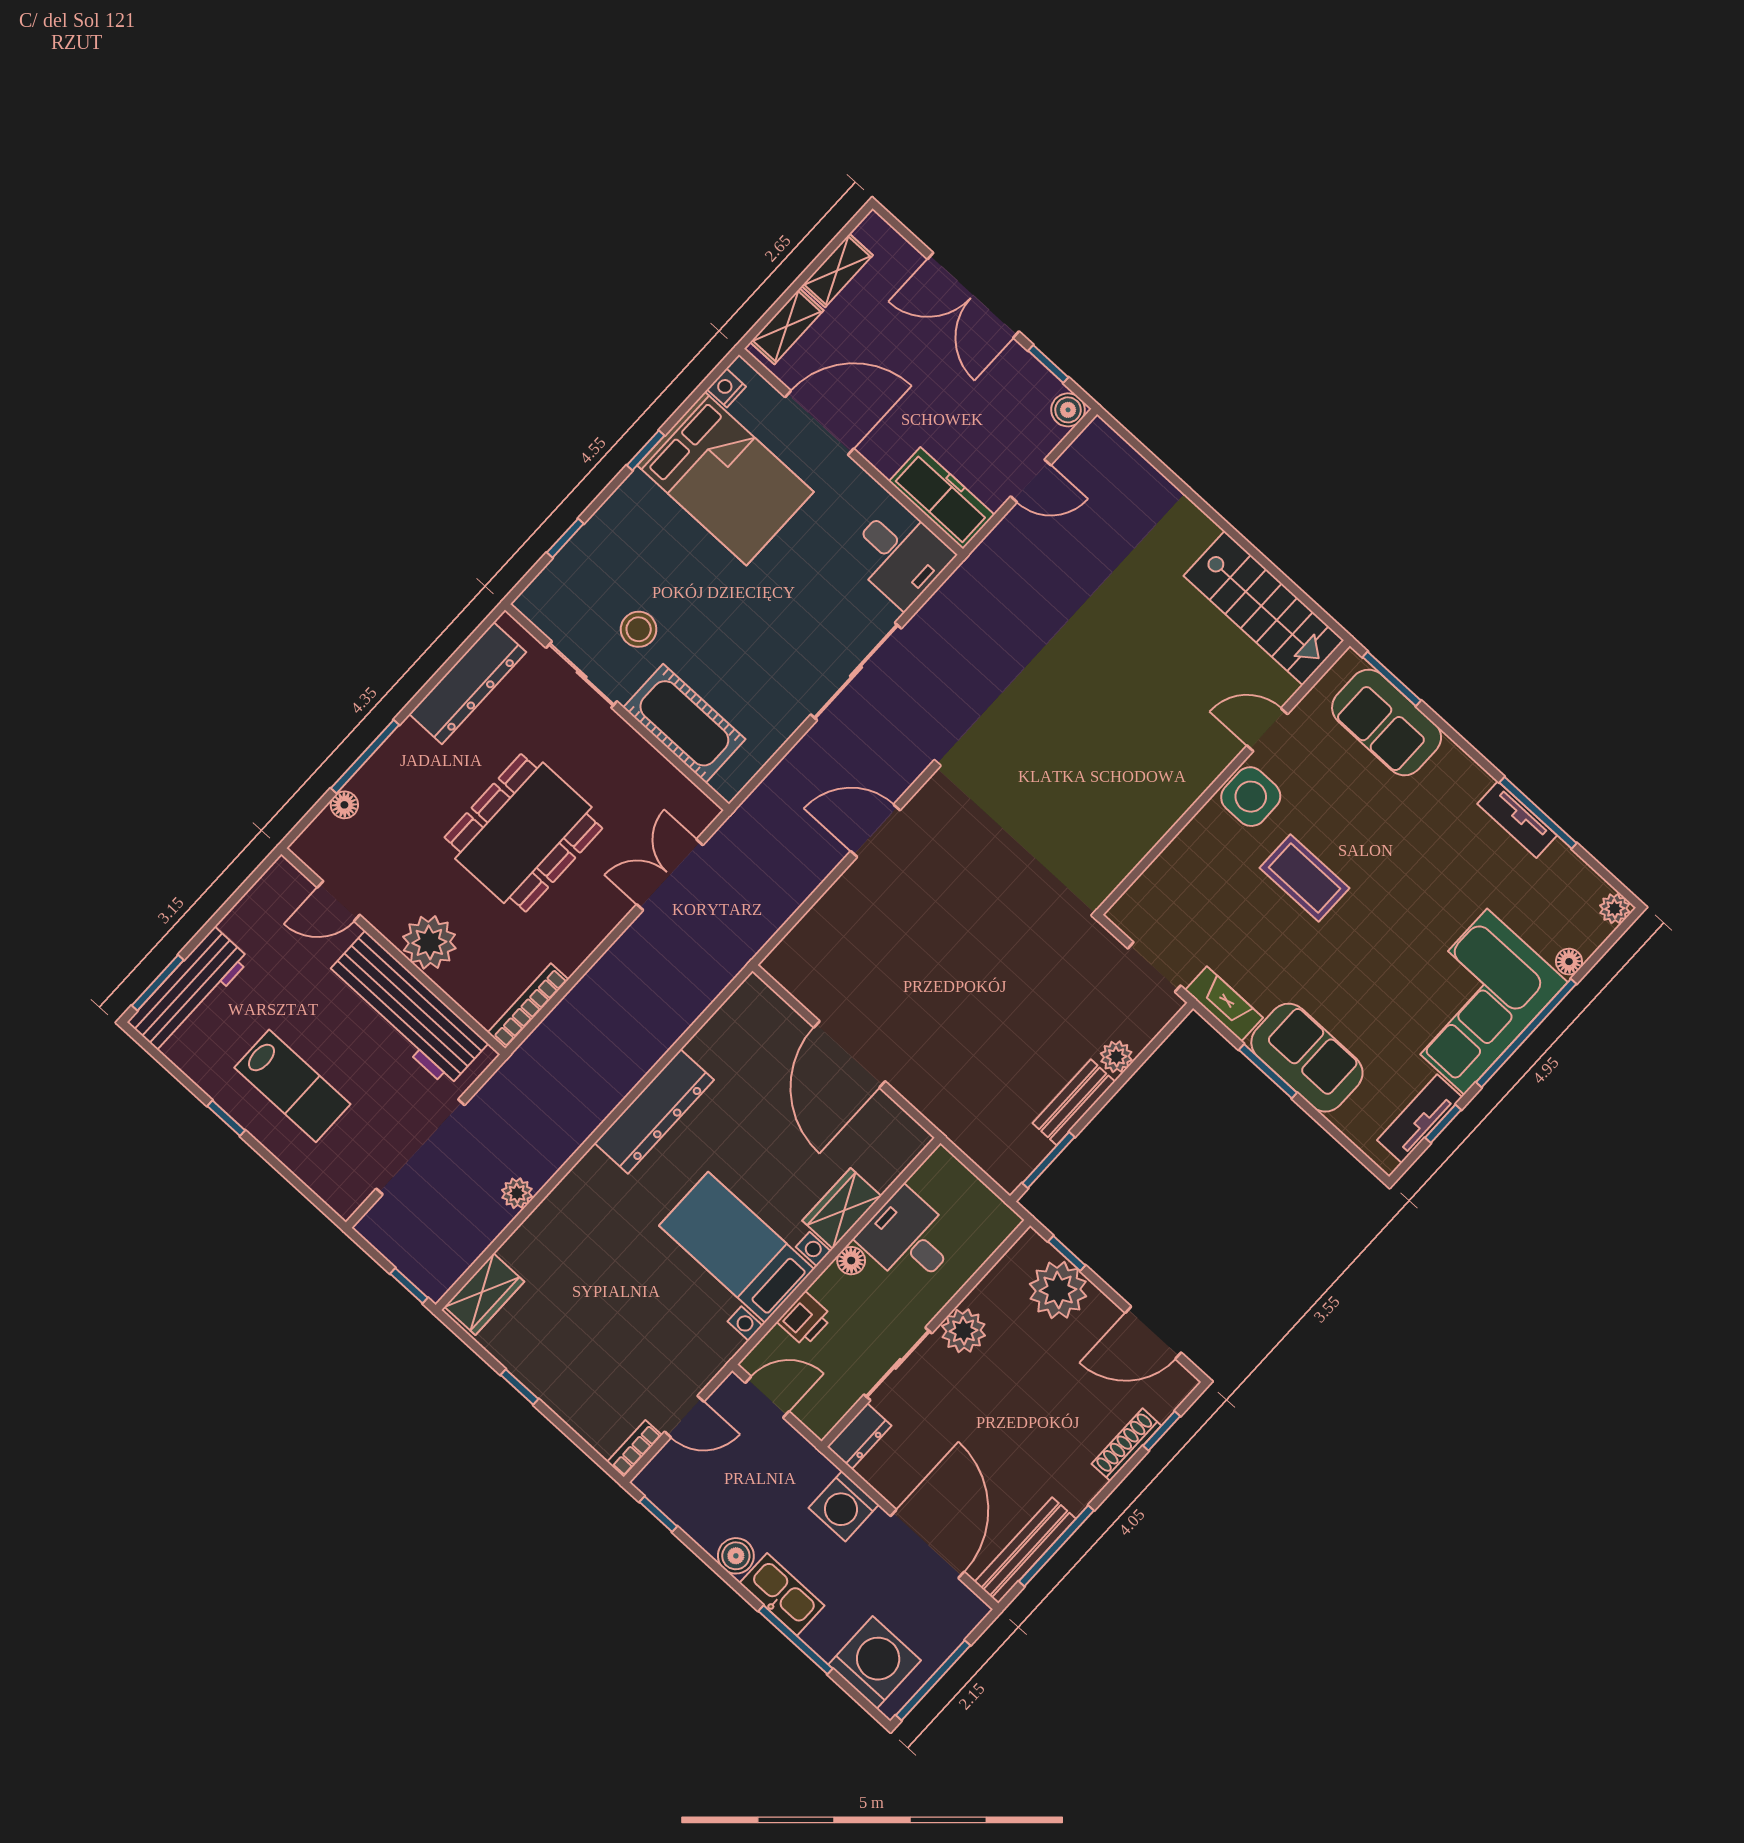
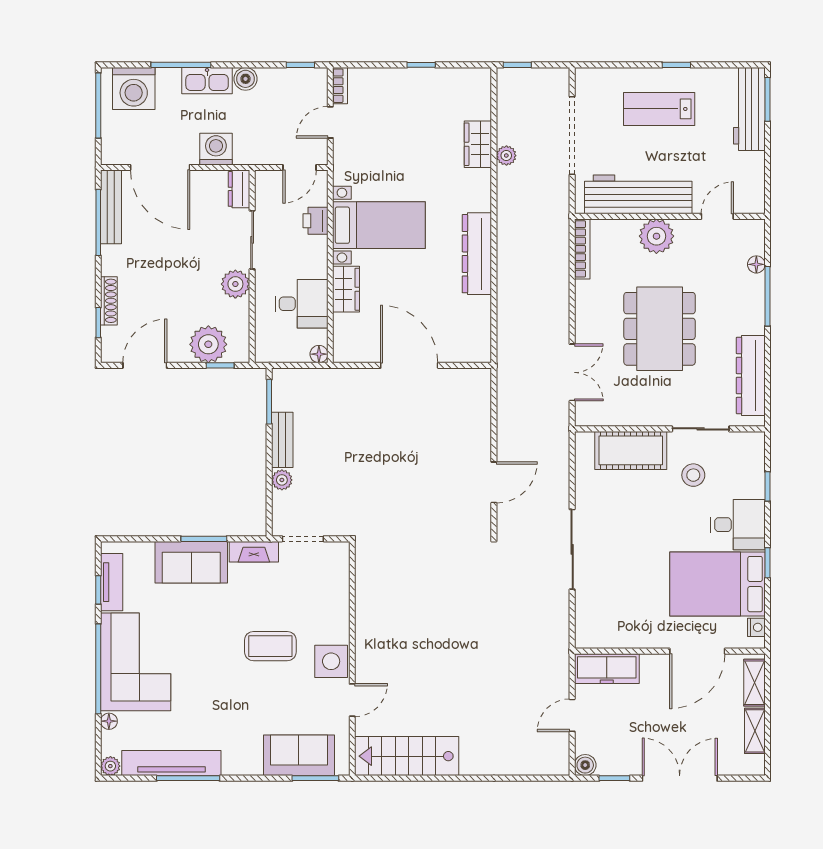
desk: (900, 555) -> (738, 525), moved, turned 180
tv unit: (1517, 820) -> (171, 763), width x1.92, depth x1.29
floor lamp: (851, 1261) -> (319, 354), moved
wardrobe: (484, 1294) -> (478, 144), moved

